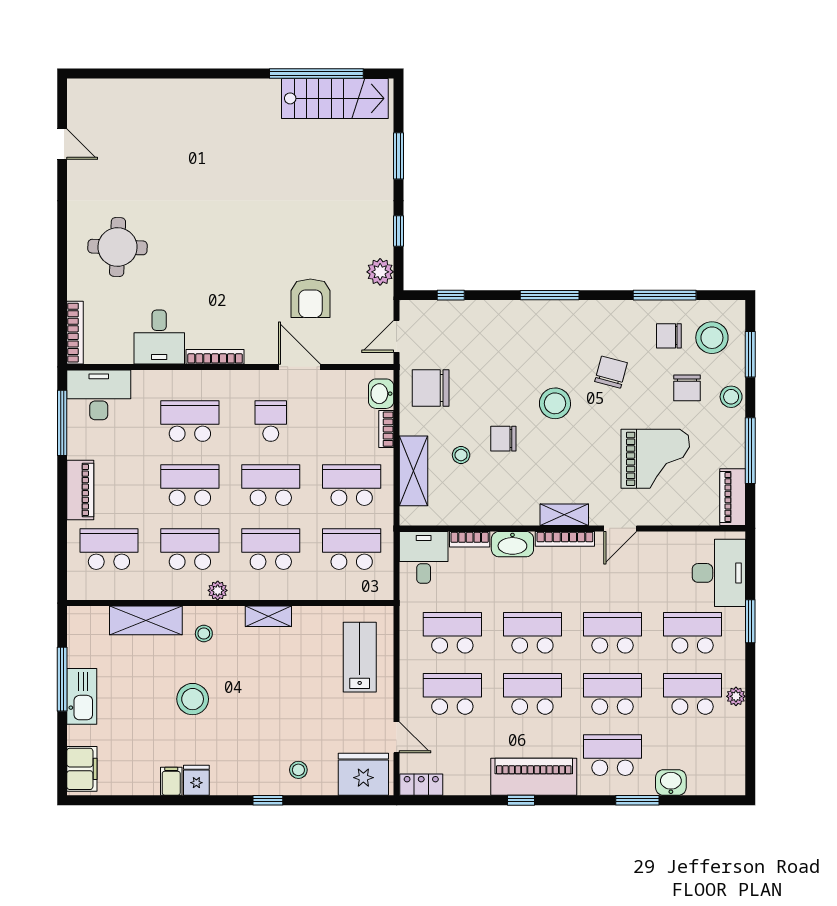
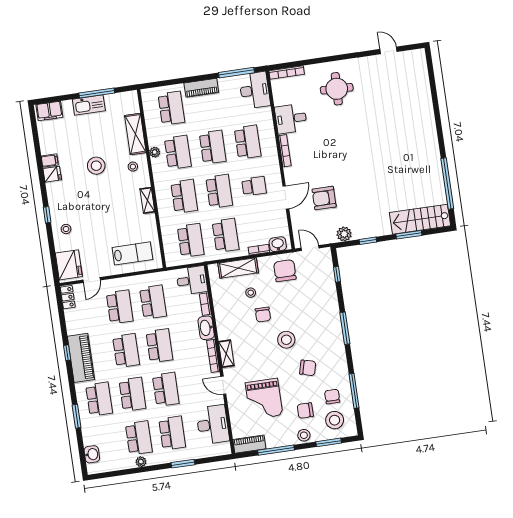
stairs: (335, 98) -> (420, 219), moved, turned 90
door: (62, 144) -> (388, 50), swing flipped
chair: (503, 439) -> (263, 314), turned 180
desk: (719, 573) -> (213, 425), moved, turned -90
plant: (218, 590) -> (155, 152), moved
washbasin: (671, 783) -> (92, 454), moved

